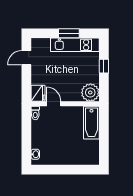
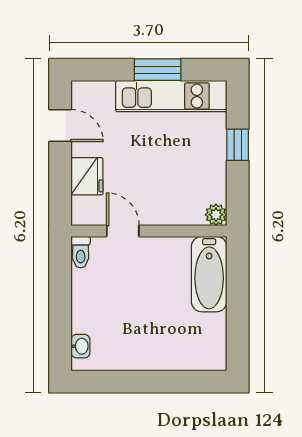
door: (26, 58) -> (60, 126), swing flipped
fridge: (38, 93) -> (87, 176), moved
plant: (90, 93) -> (216, 215), width x0.53, depth x0.53

